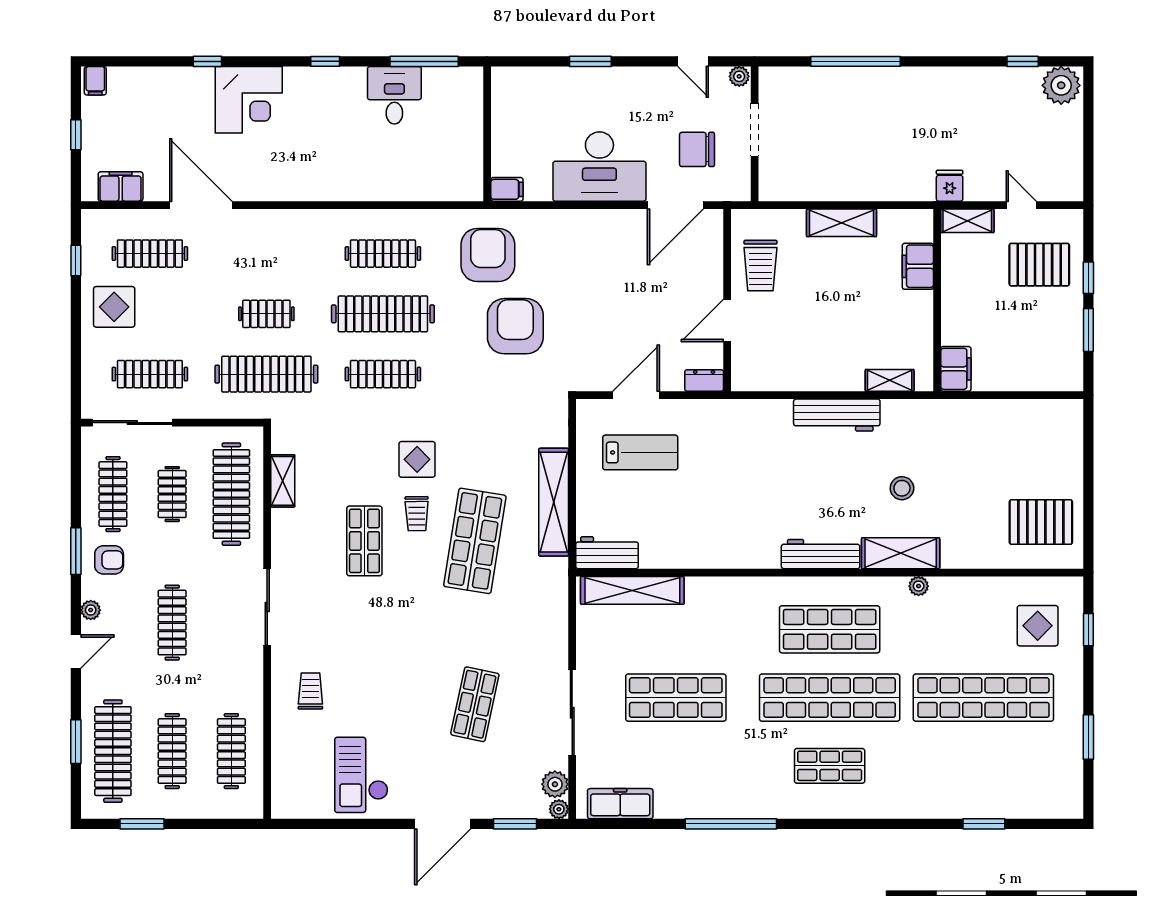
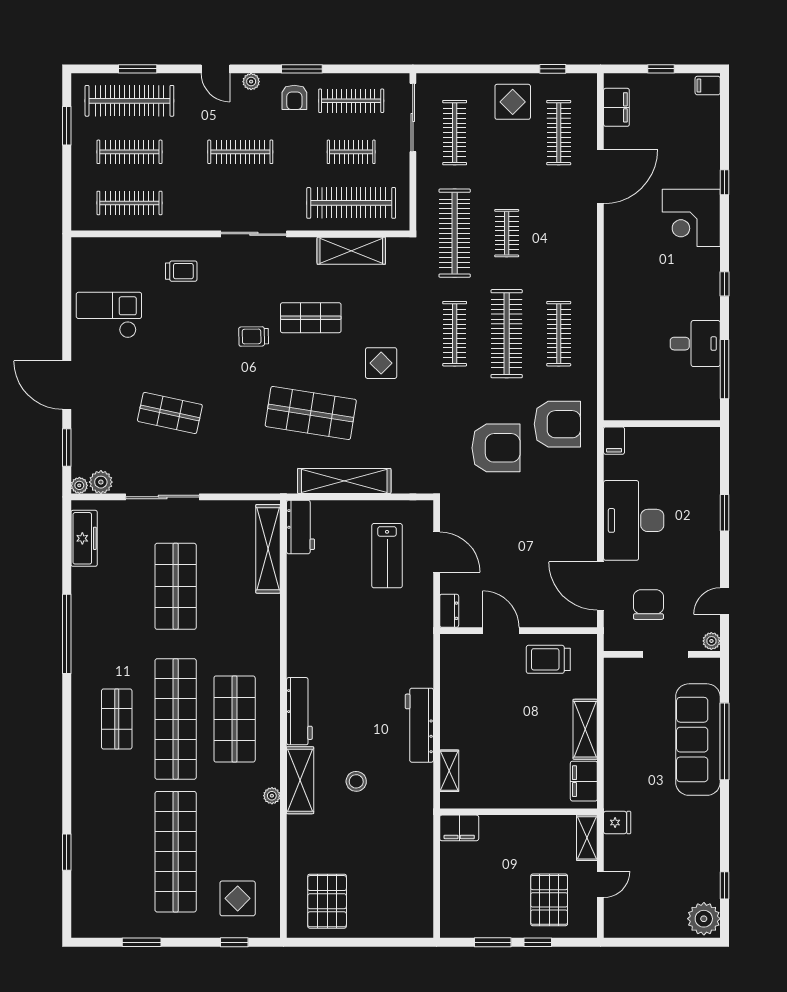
sofa: (853, 92) -> (698, 740), added
filing cabinet: (918, 266) -> (584, 781), moved, turned -90
shelving: (283, 481) -> (351, 251), width x1.50, depth x1.33
trolley: (417, 514) -> (254, 336), moved

